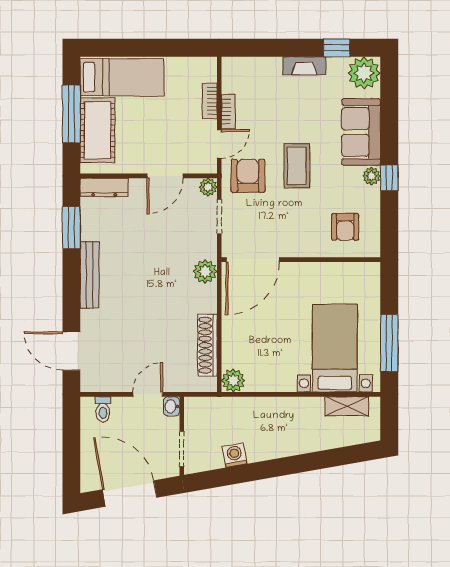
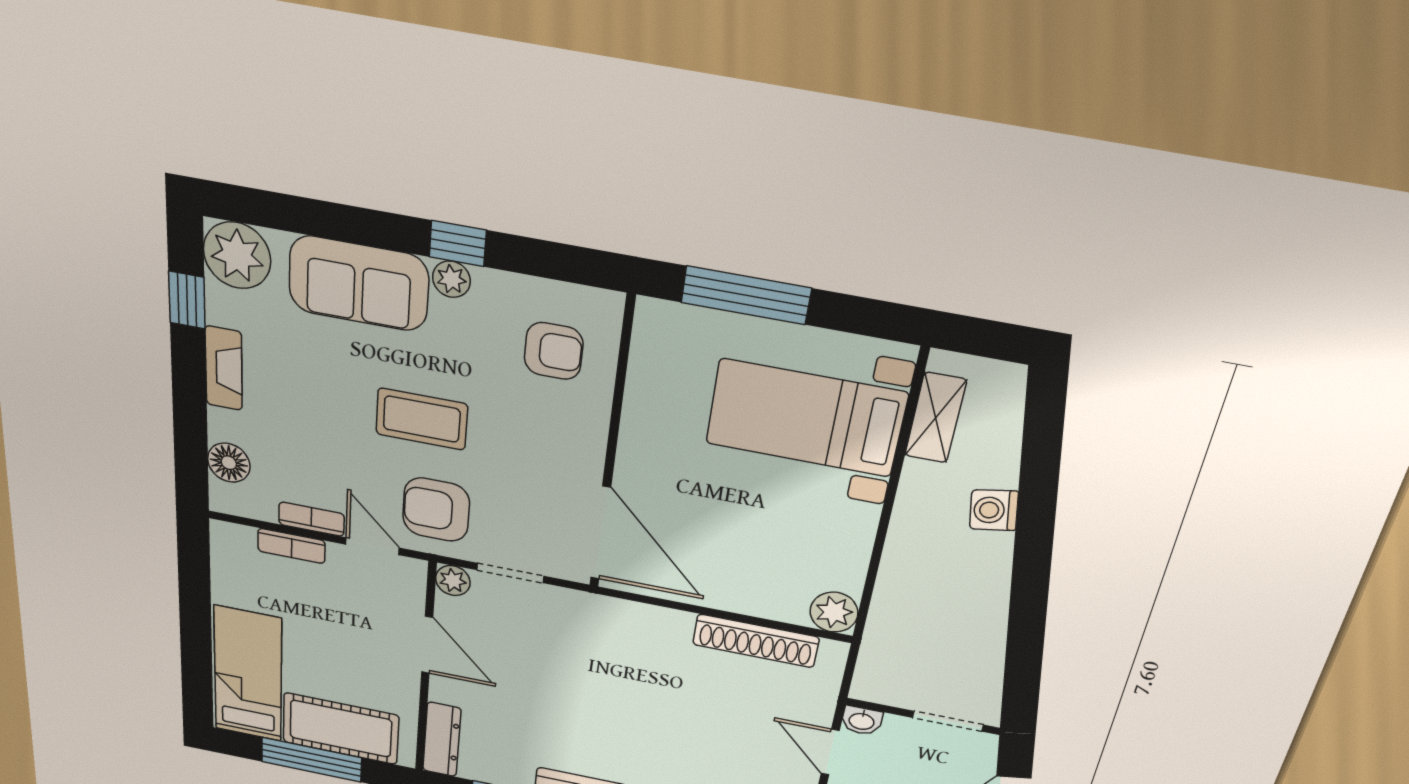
floor lamp: (252, 68) -> (229, 463), added
plant: (205, 272) -> (613, 617), removed
window: (389, 343) -> (746, 295), moved
washing machine: (235, 455) -> (994, 510), moved

